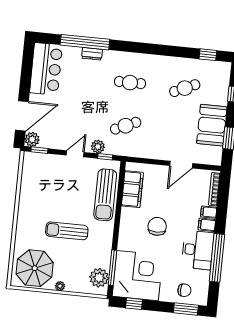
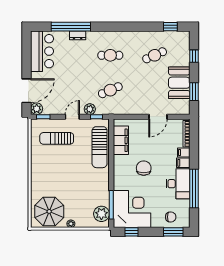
sun lounger: (67, 231) -> (57, 138), moved

